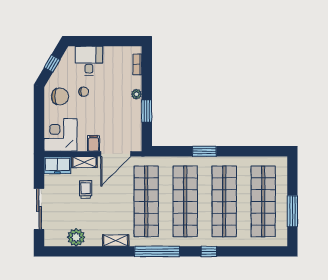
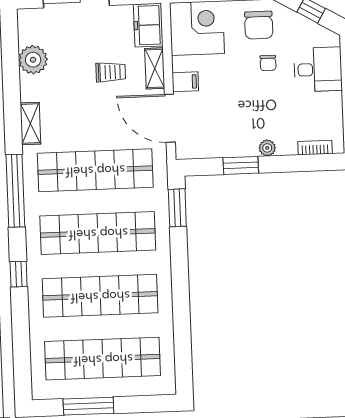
window: (204, 151) -> (177, 208), moved

